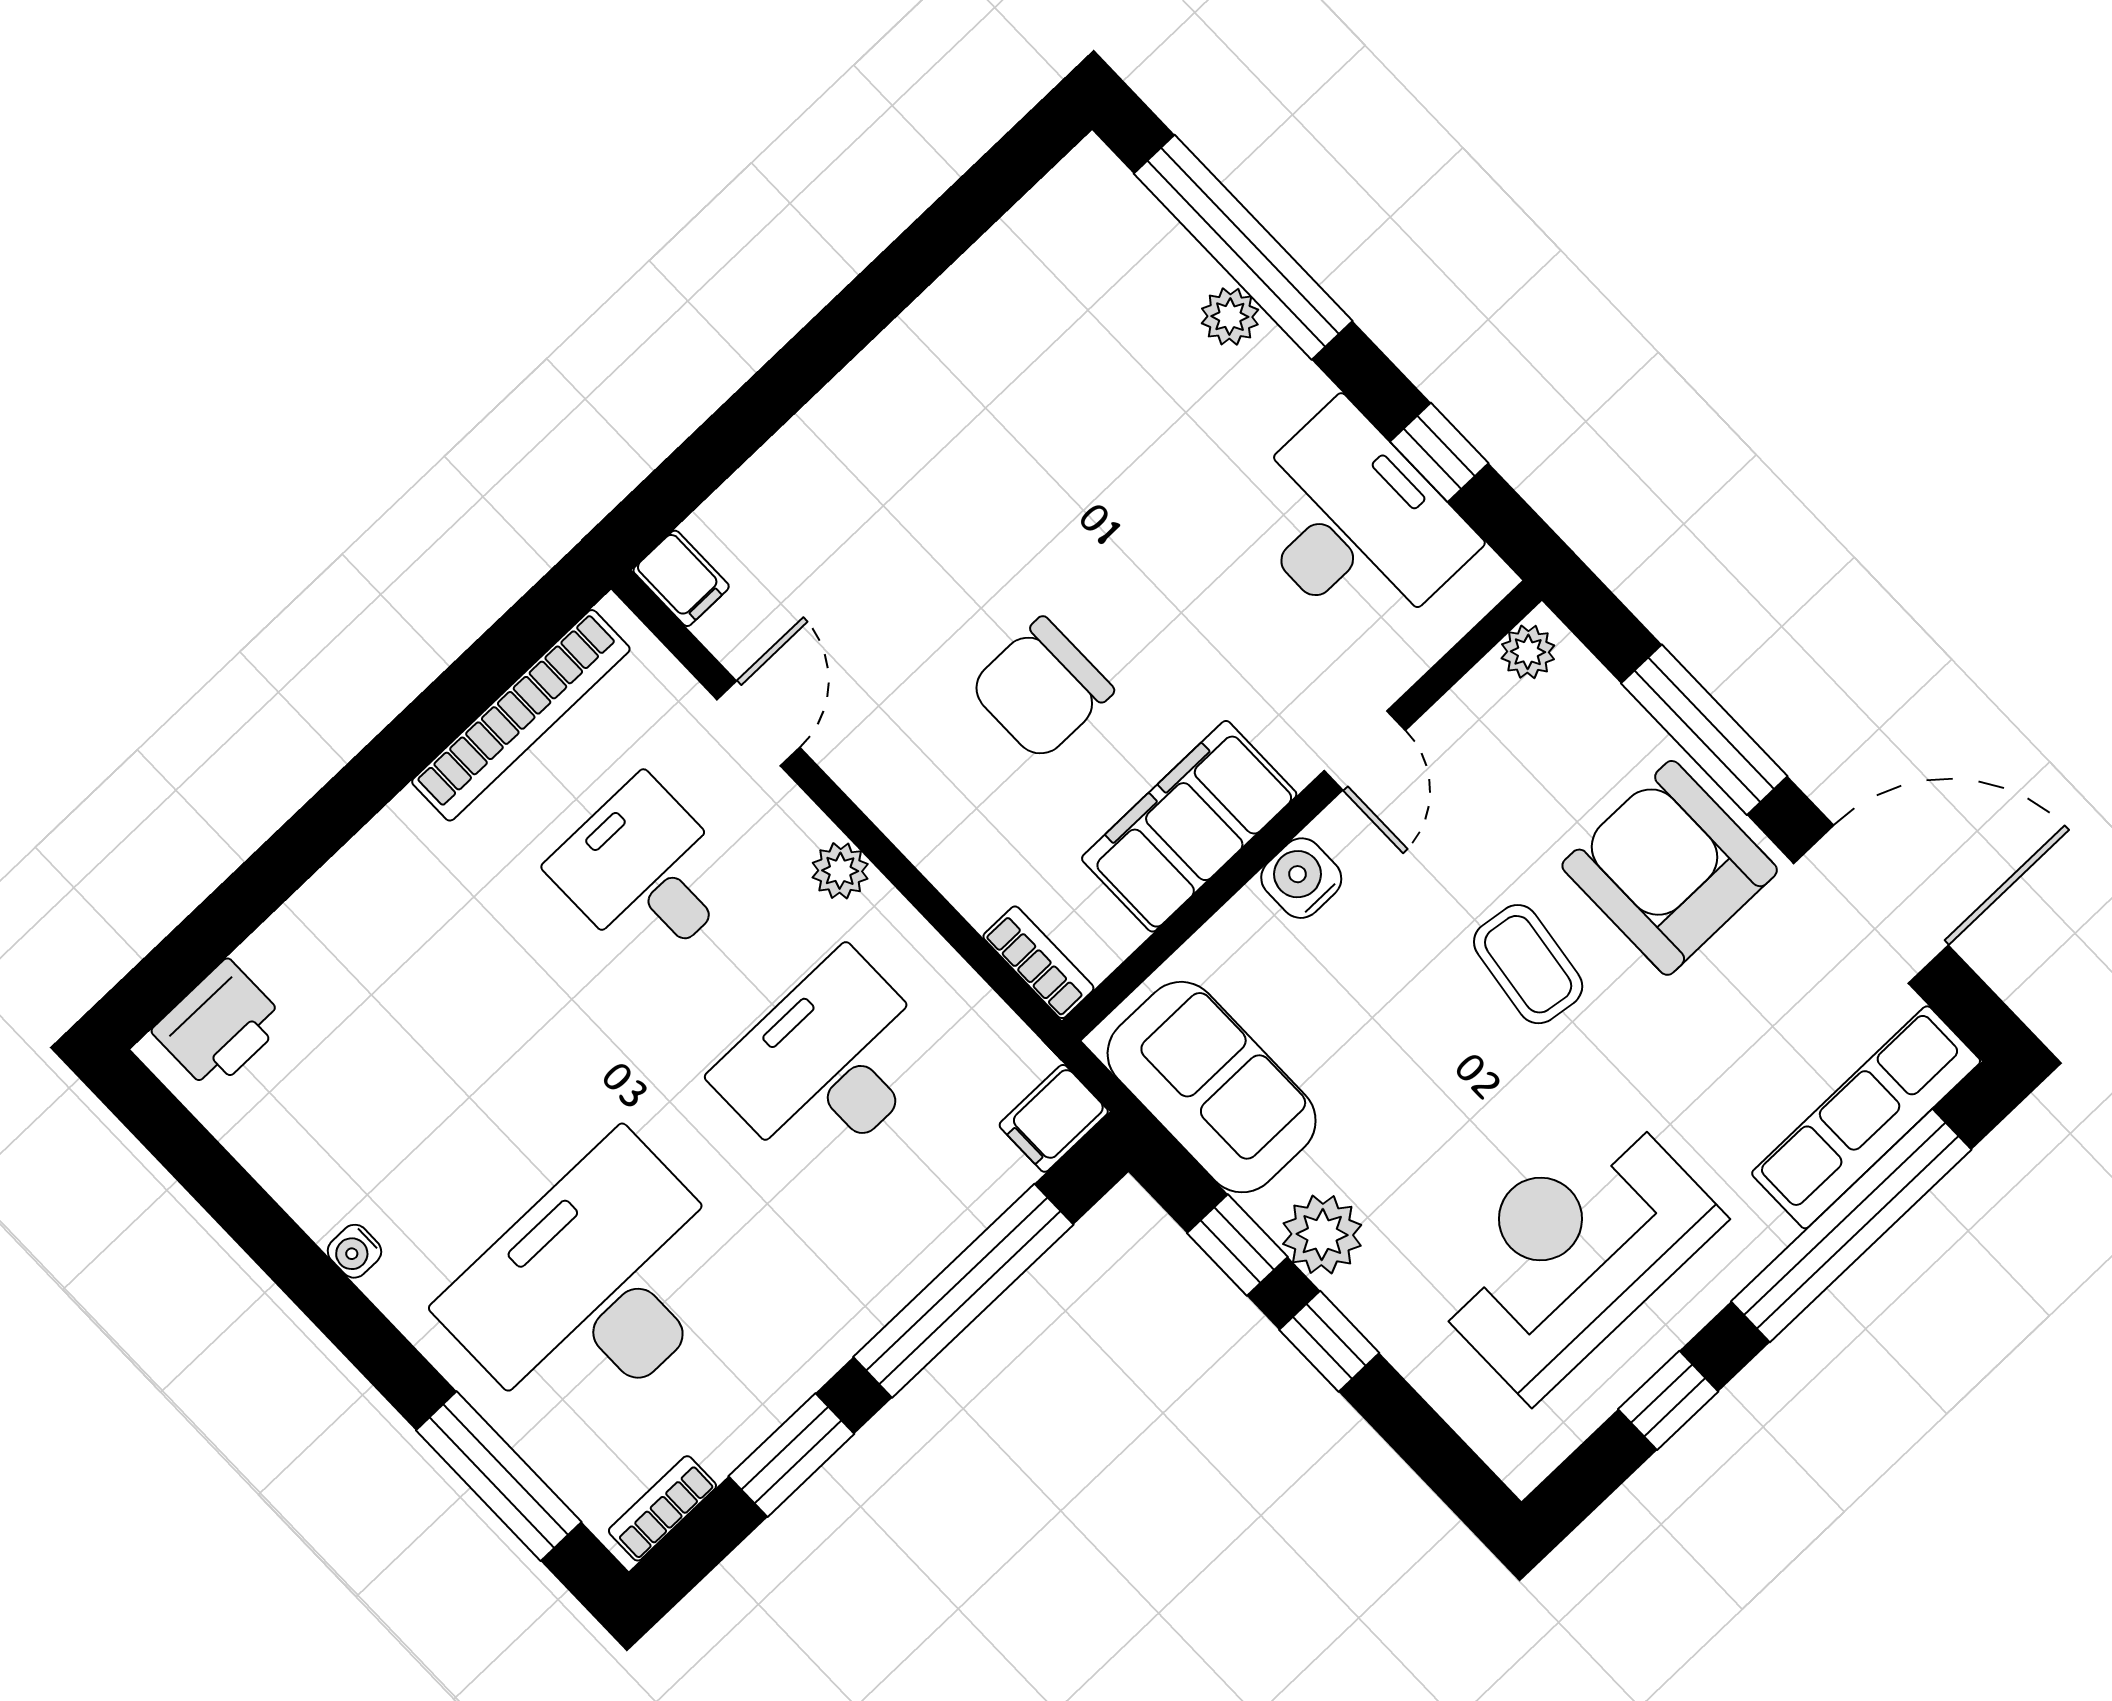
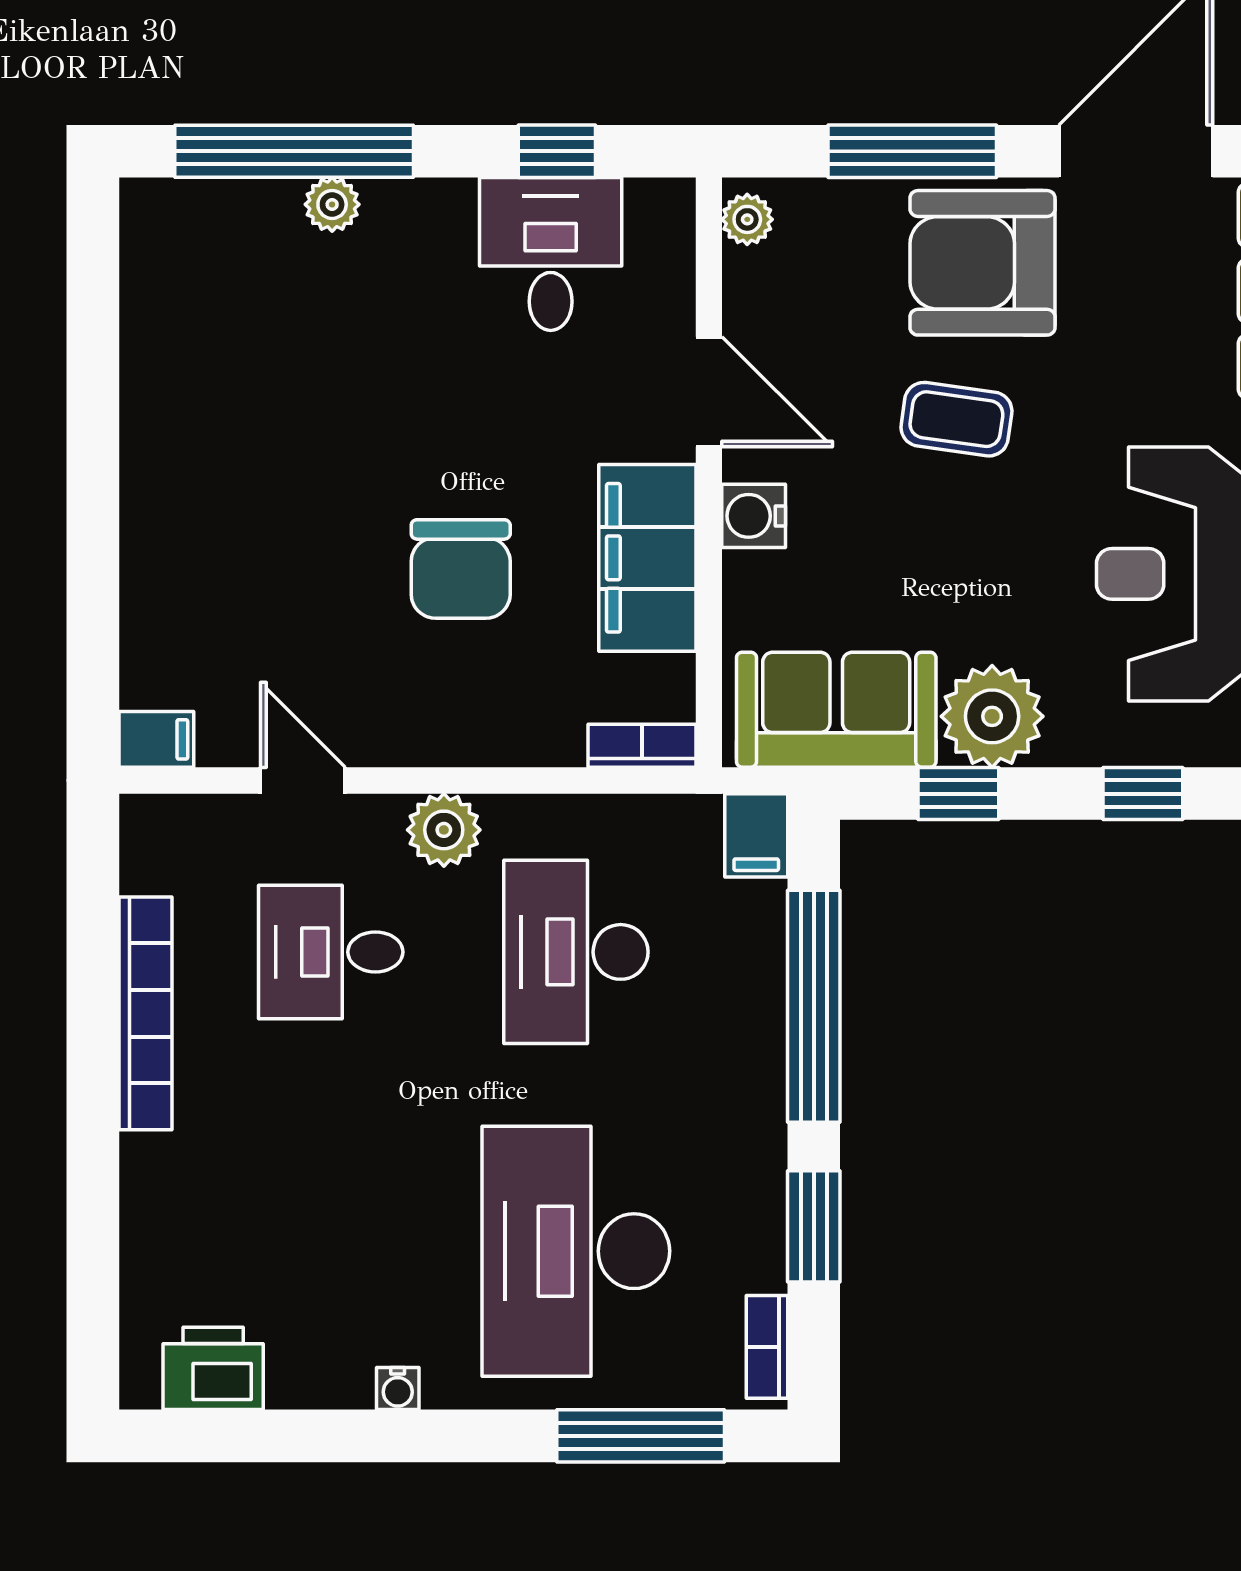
desk: (1354, 524) -> (551, 254), width x0.73
bookcase: (521, 715) -> (145, 1013), moved
door: (1365, 750) -> (709, 392), width x1.38
plant: (840, 871) -> (444, 830), width x1.38, depth x1.38
printer: (219, 1026) -> (213, 1368), moved, turned -90
plant: (1322, 1234) -> (992, 716), width x1.36, depth x1.36
window: (1329, 1341) -> (1143, 794), moved

